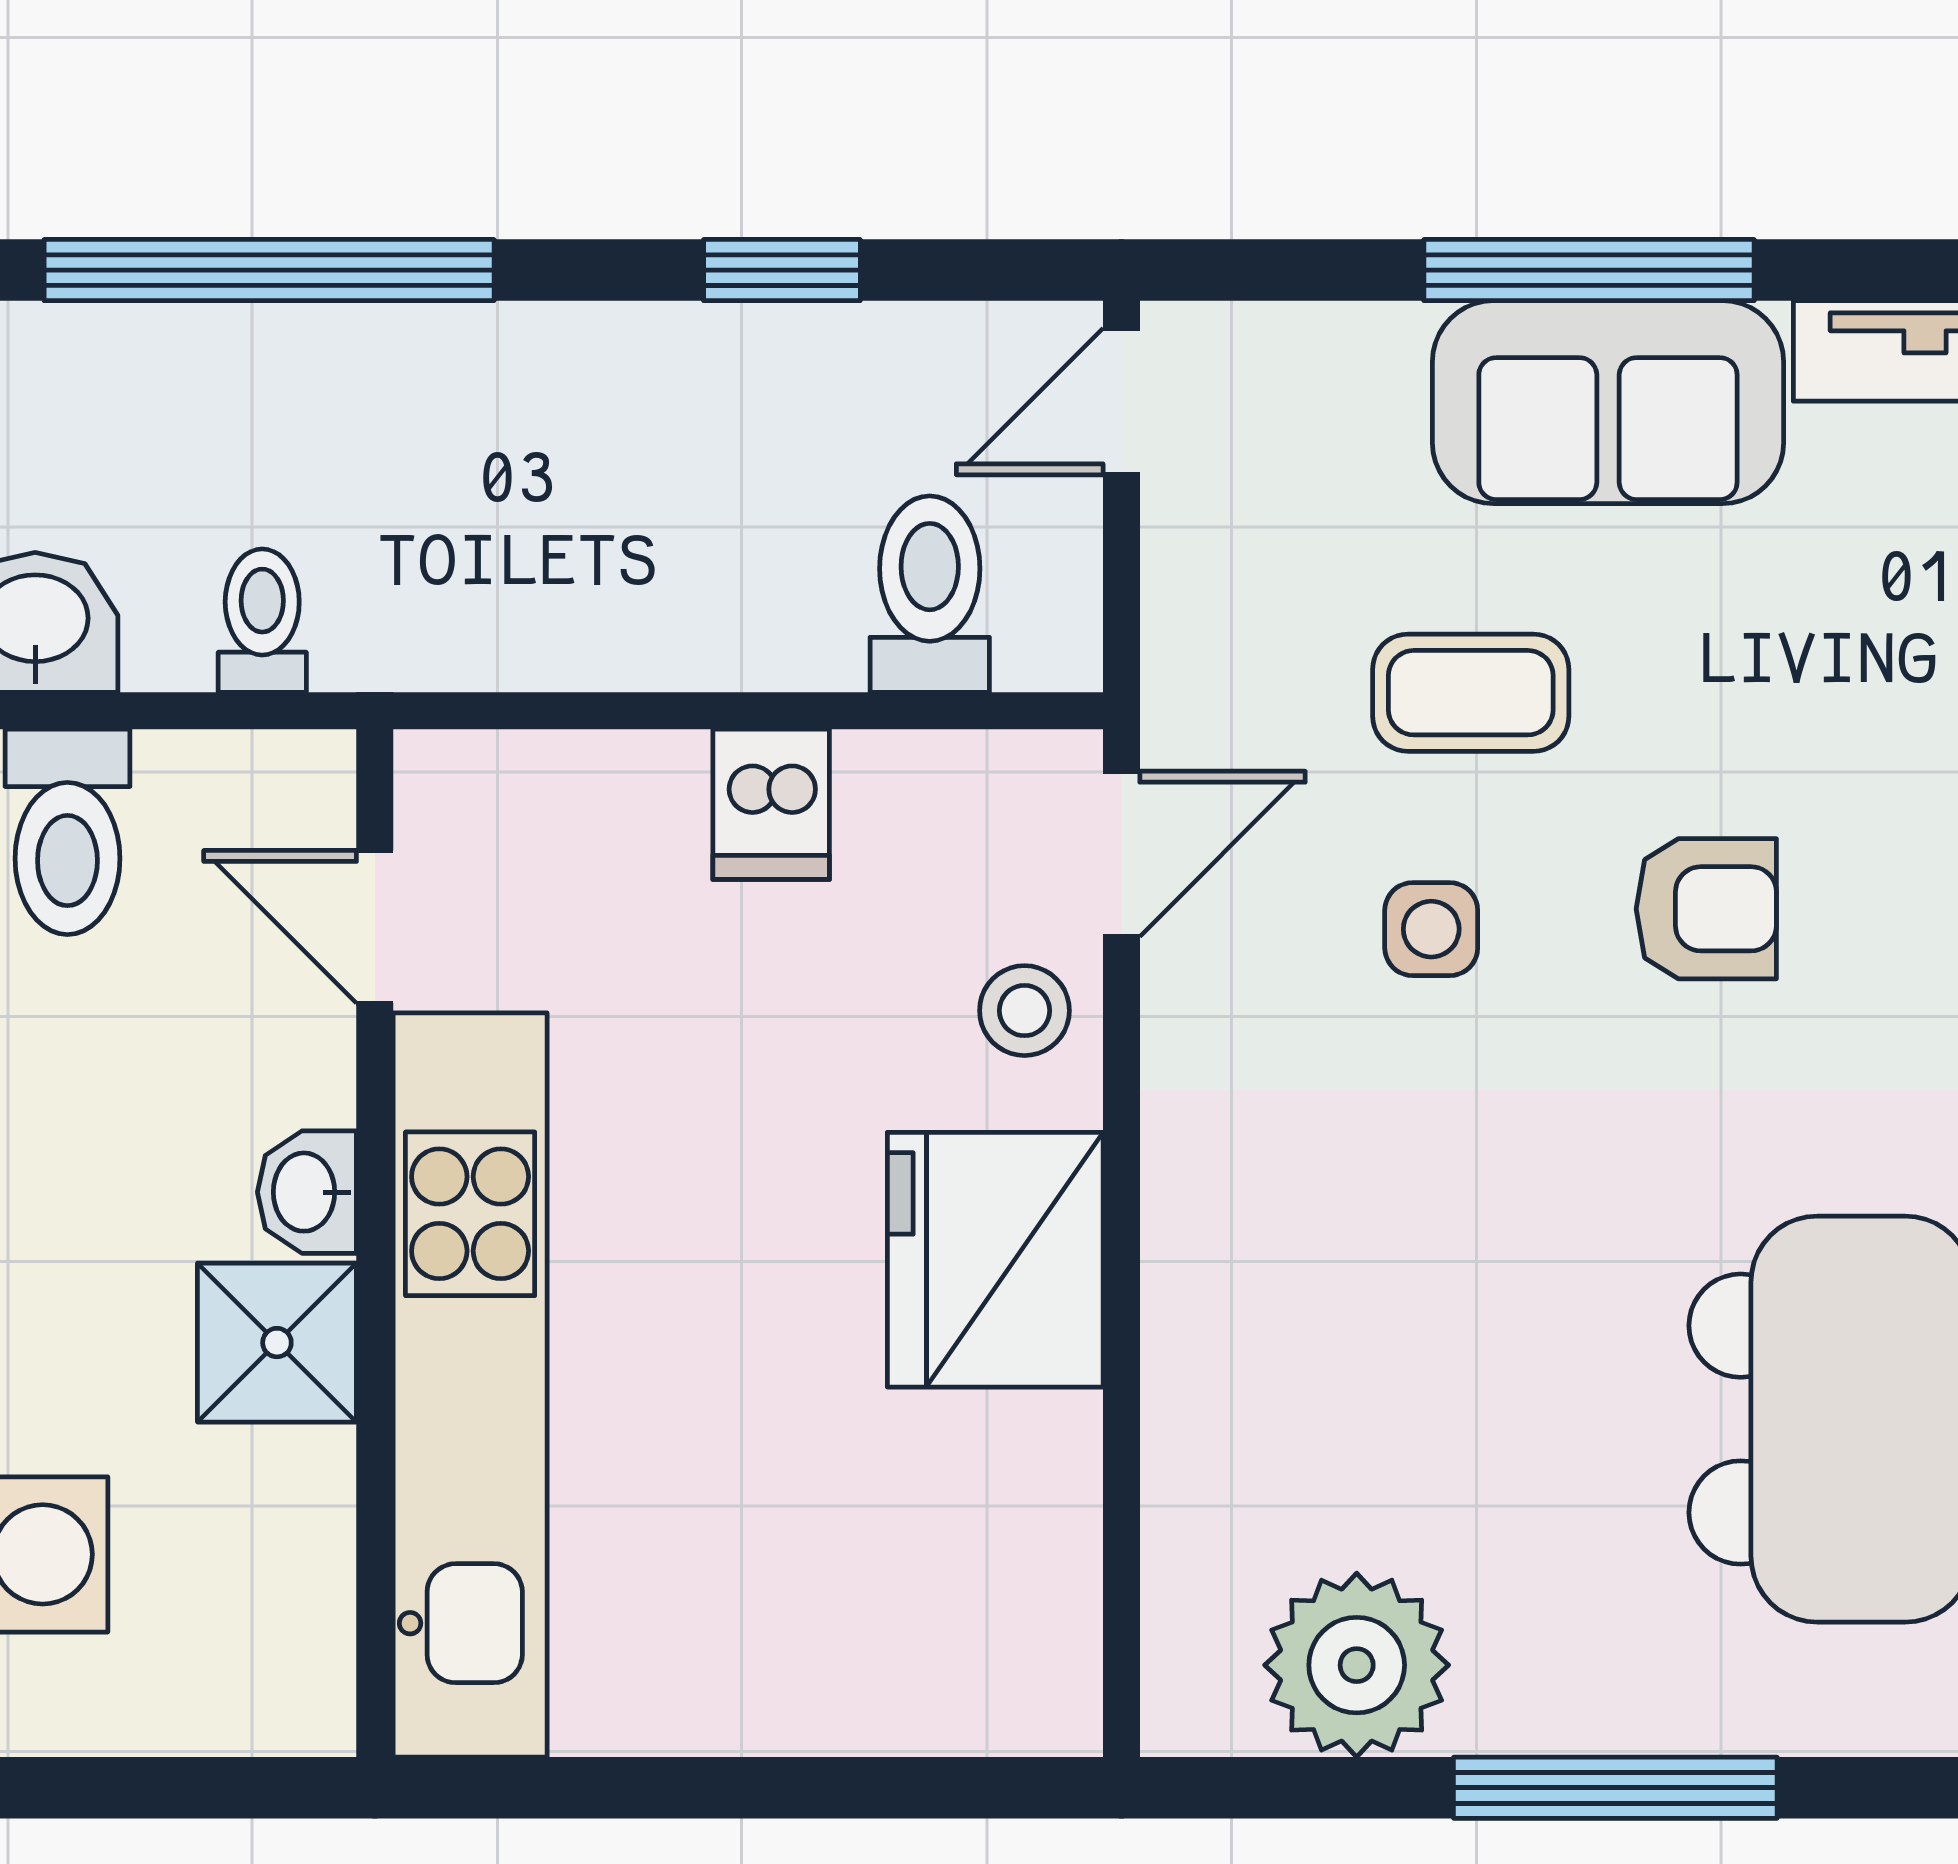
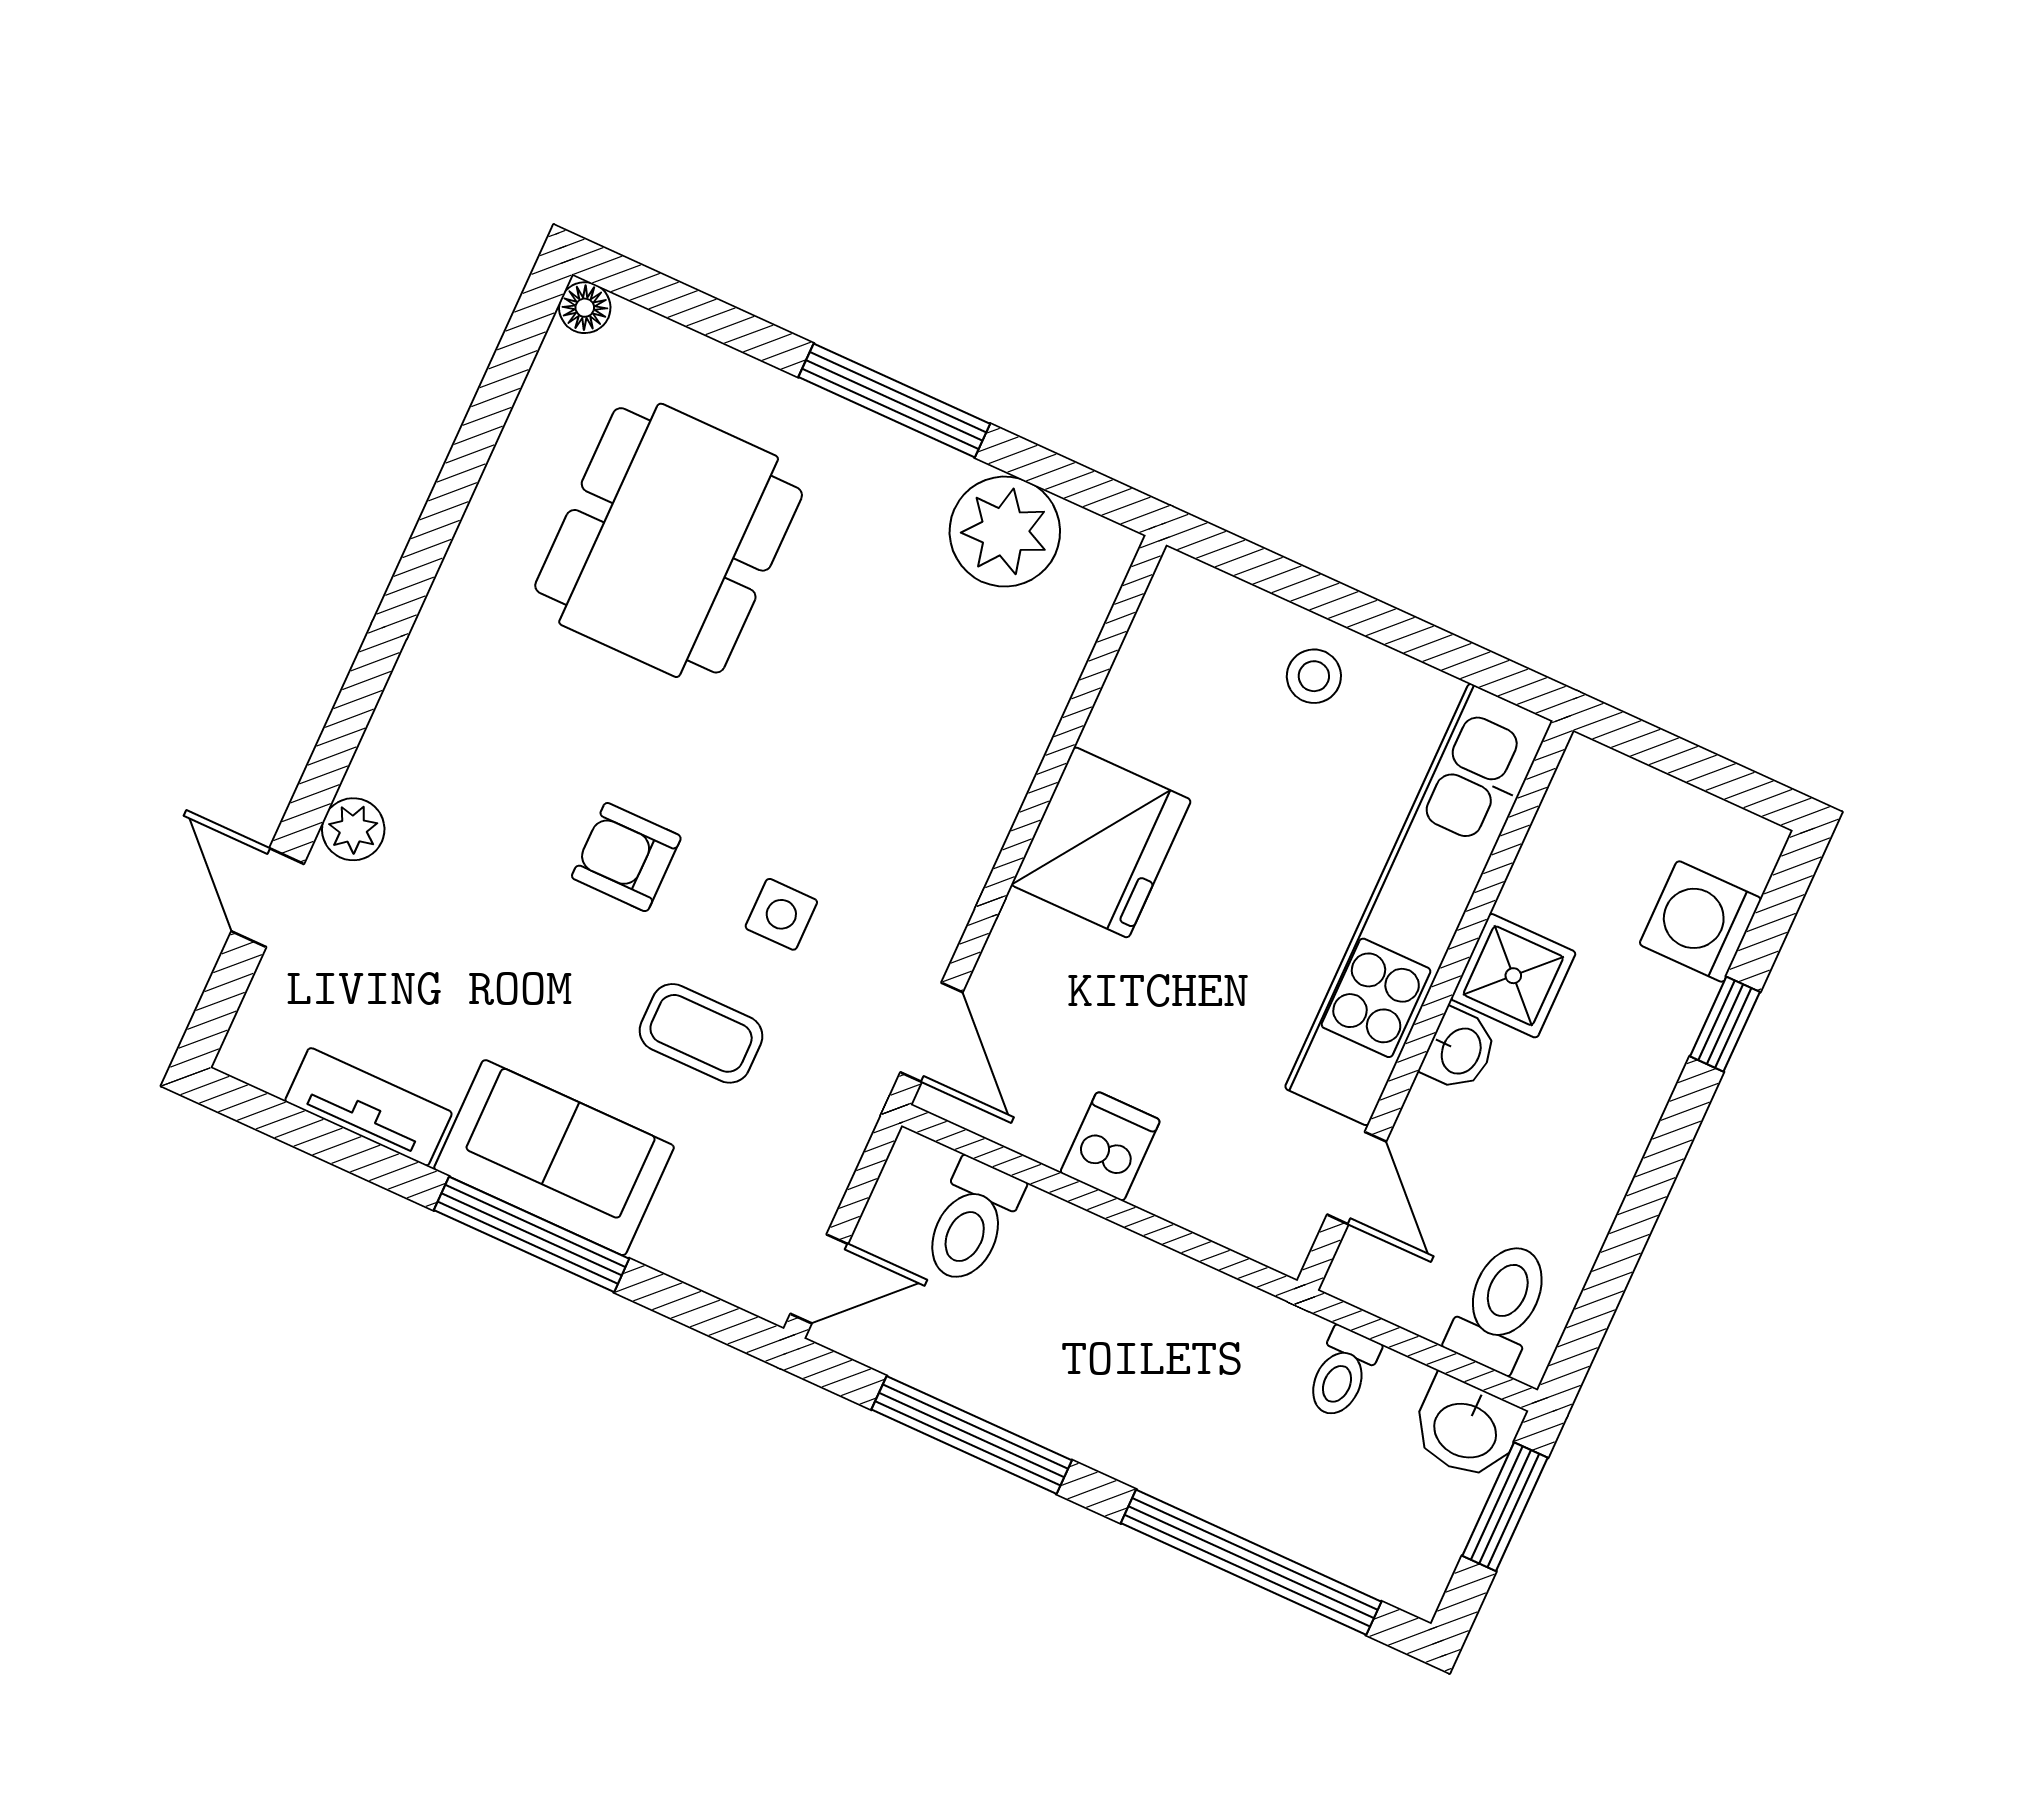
window: (782, 270) -> (972, 1435), width x2.17
door: (1121, 854) -> (932, 1032), swing flipped
stool: (1024, 1011) -> (1314, 676), moved

